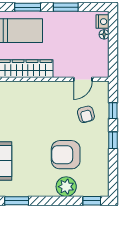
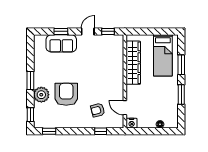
nightstand: (103, 22) -> (132, 123), moved
window: (113, 140) -> (49, 131), moved
window: (17, 201) -> (30, 80), moved

